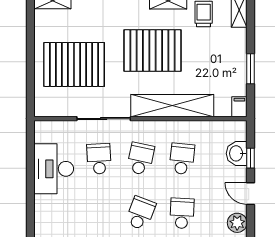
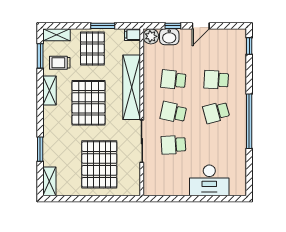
pallet: (222, 55) -> (92, 49), added
desk: (54, 169) -> (209, 180), moved
school desk: (140, 213) -> (216, 112), turned -36
plant: (237, 223) -> (151, 36), moved

